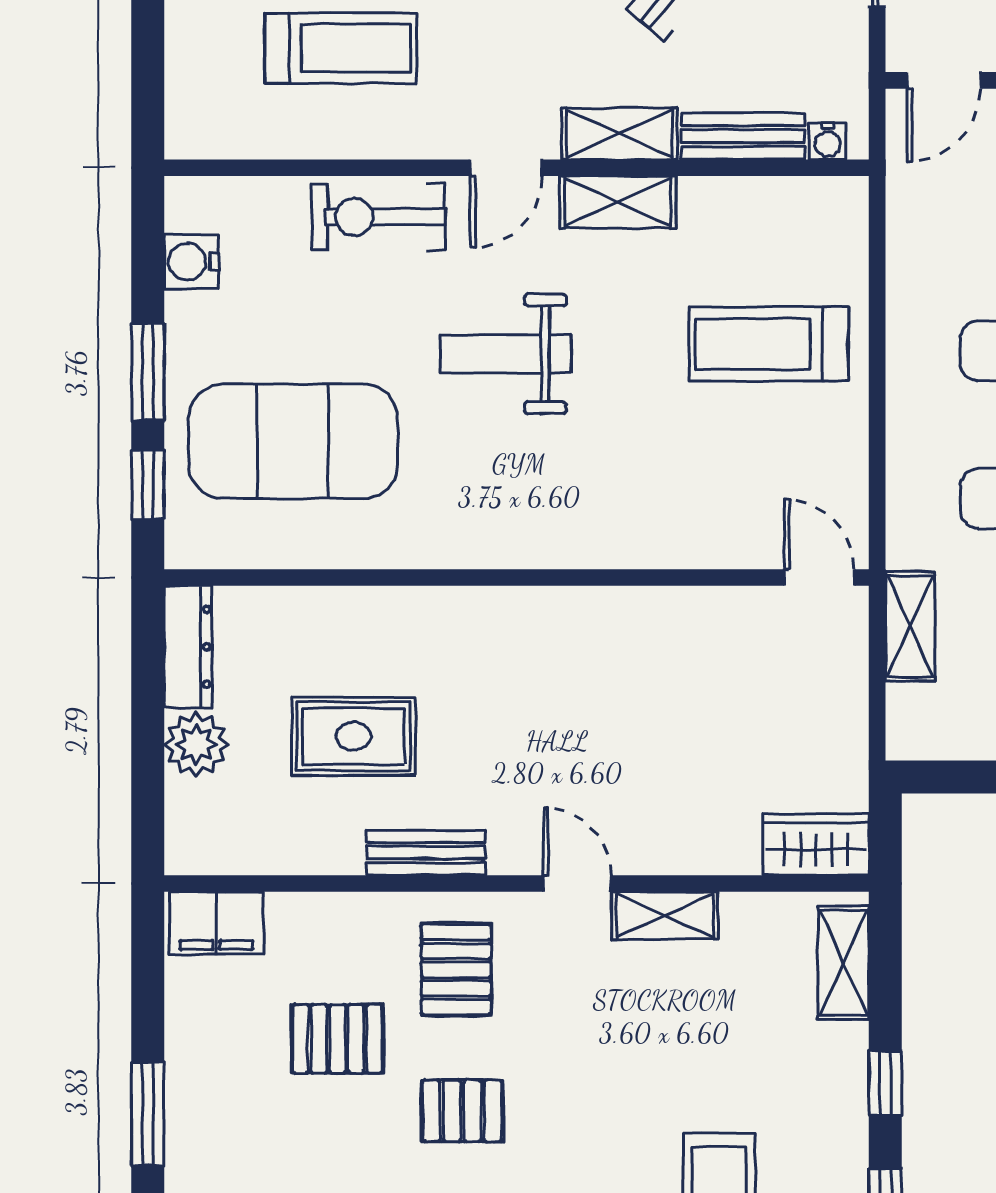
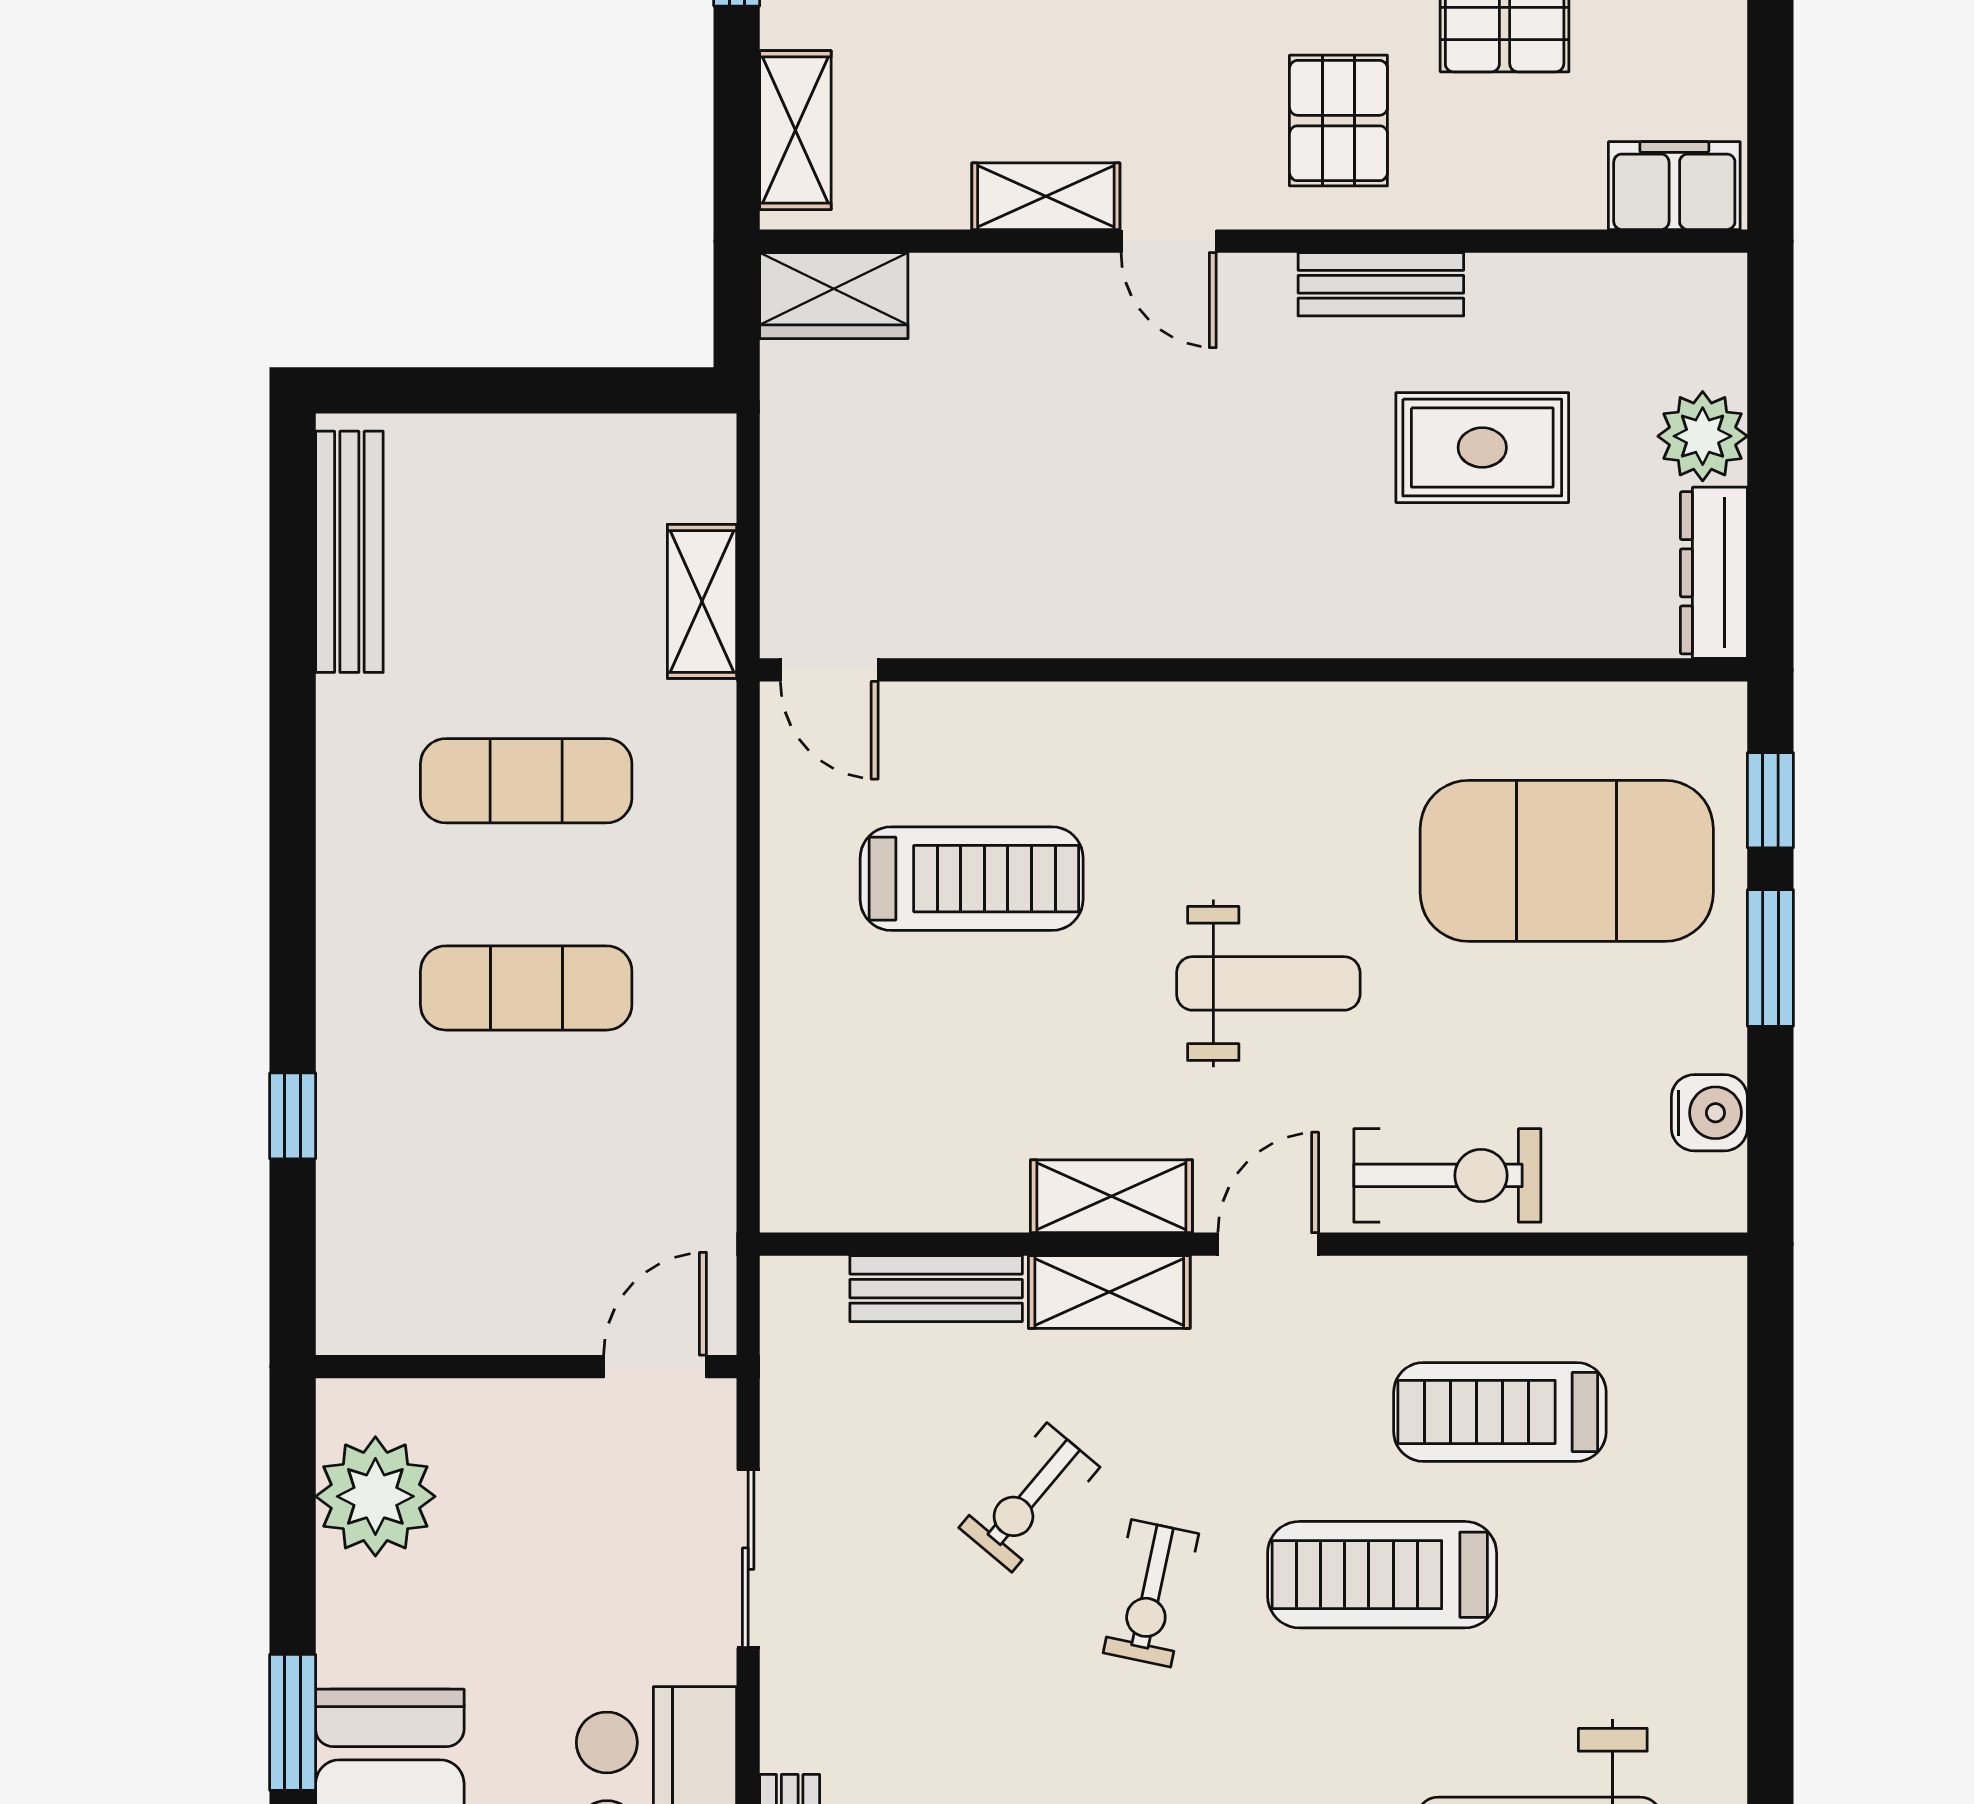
water cooler: (828, 141) -> (818, 1282), removed
treadmill: (769, 344) -> (972, 879), moved

